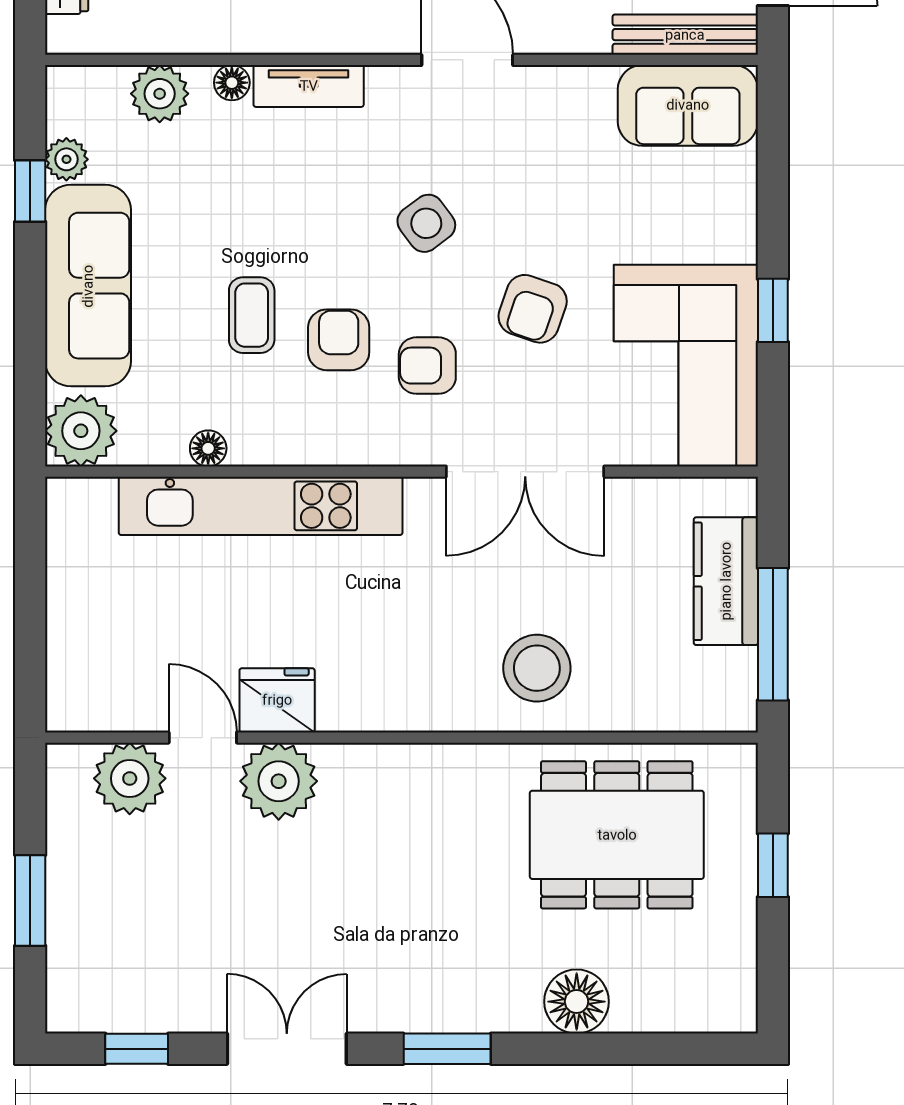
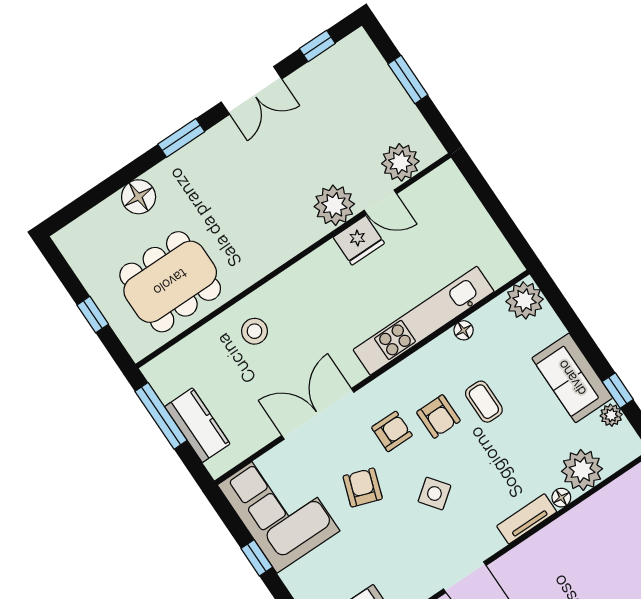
plant: (160, 94) -> (582, 470), width x1.36, depth x1.36
sofa: (88, 286) -> (572, 378), width x0.73
stool: (537, 668) -> (254, 331), width x0.73, depth x0.73

